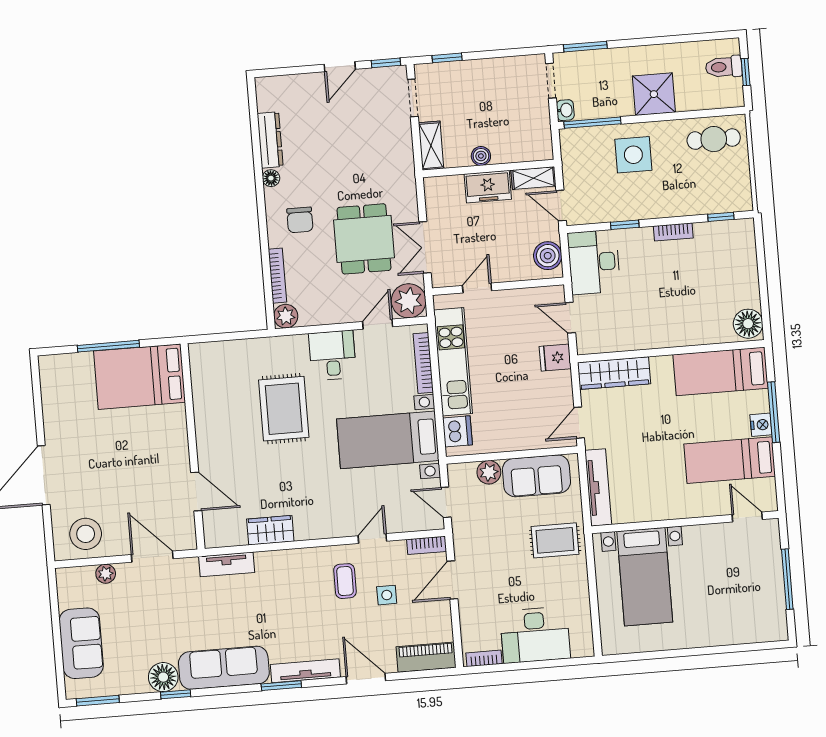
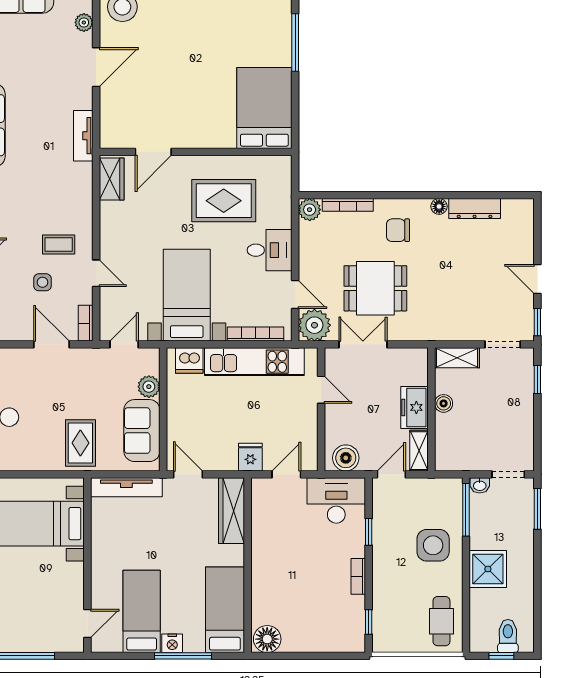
bed: (140, 377) -> (264, 108), moved
wall: (193, 446) -> (196, 152), moved
door: (196, 492) -> (153, 152), moved

